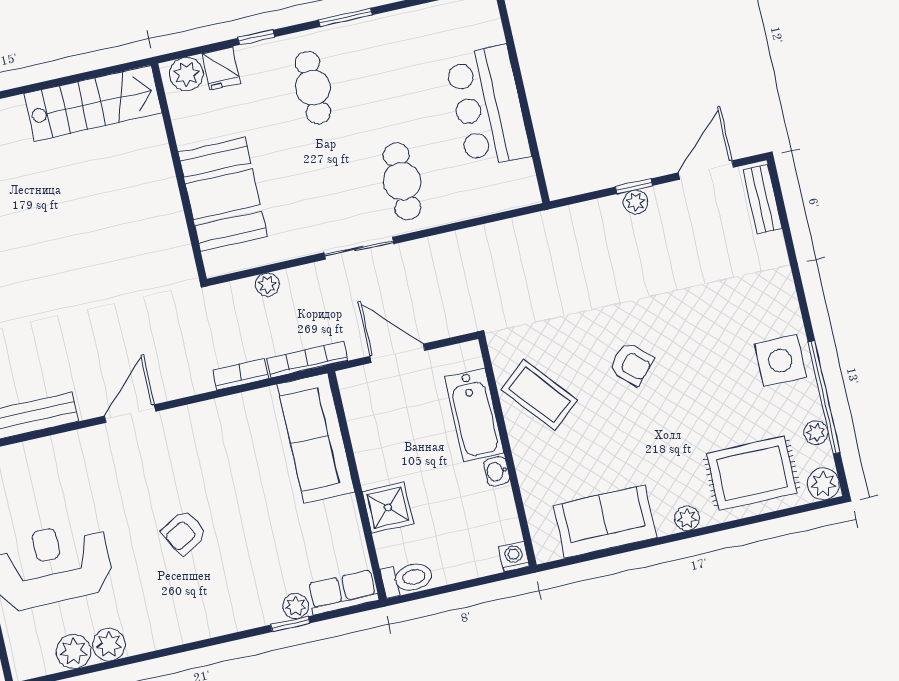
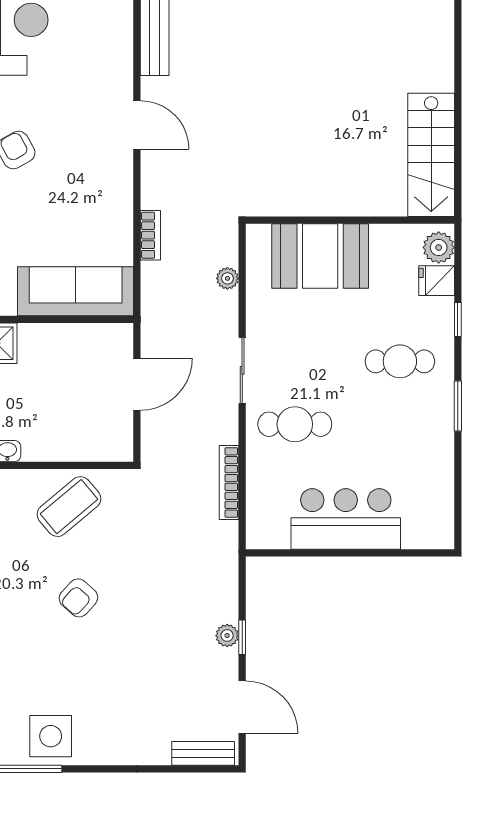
bookcase: (307, 360) -> (229, 482), moved, turned 180
bathtub: (474, 415) -> (64, 442), removed

